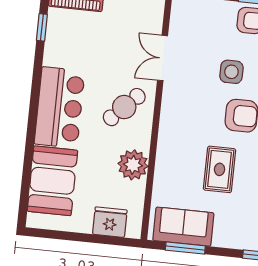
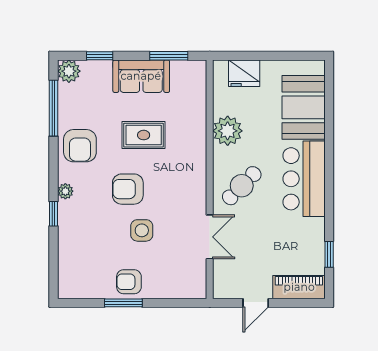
rug: (220, 169) -> (144, 135), turned 90
sofa: (183, 227) -> (141, 76), moved

